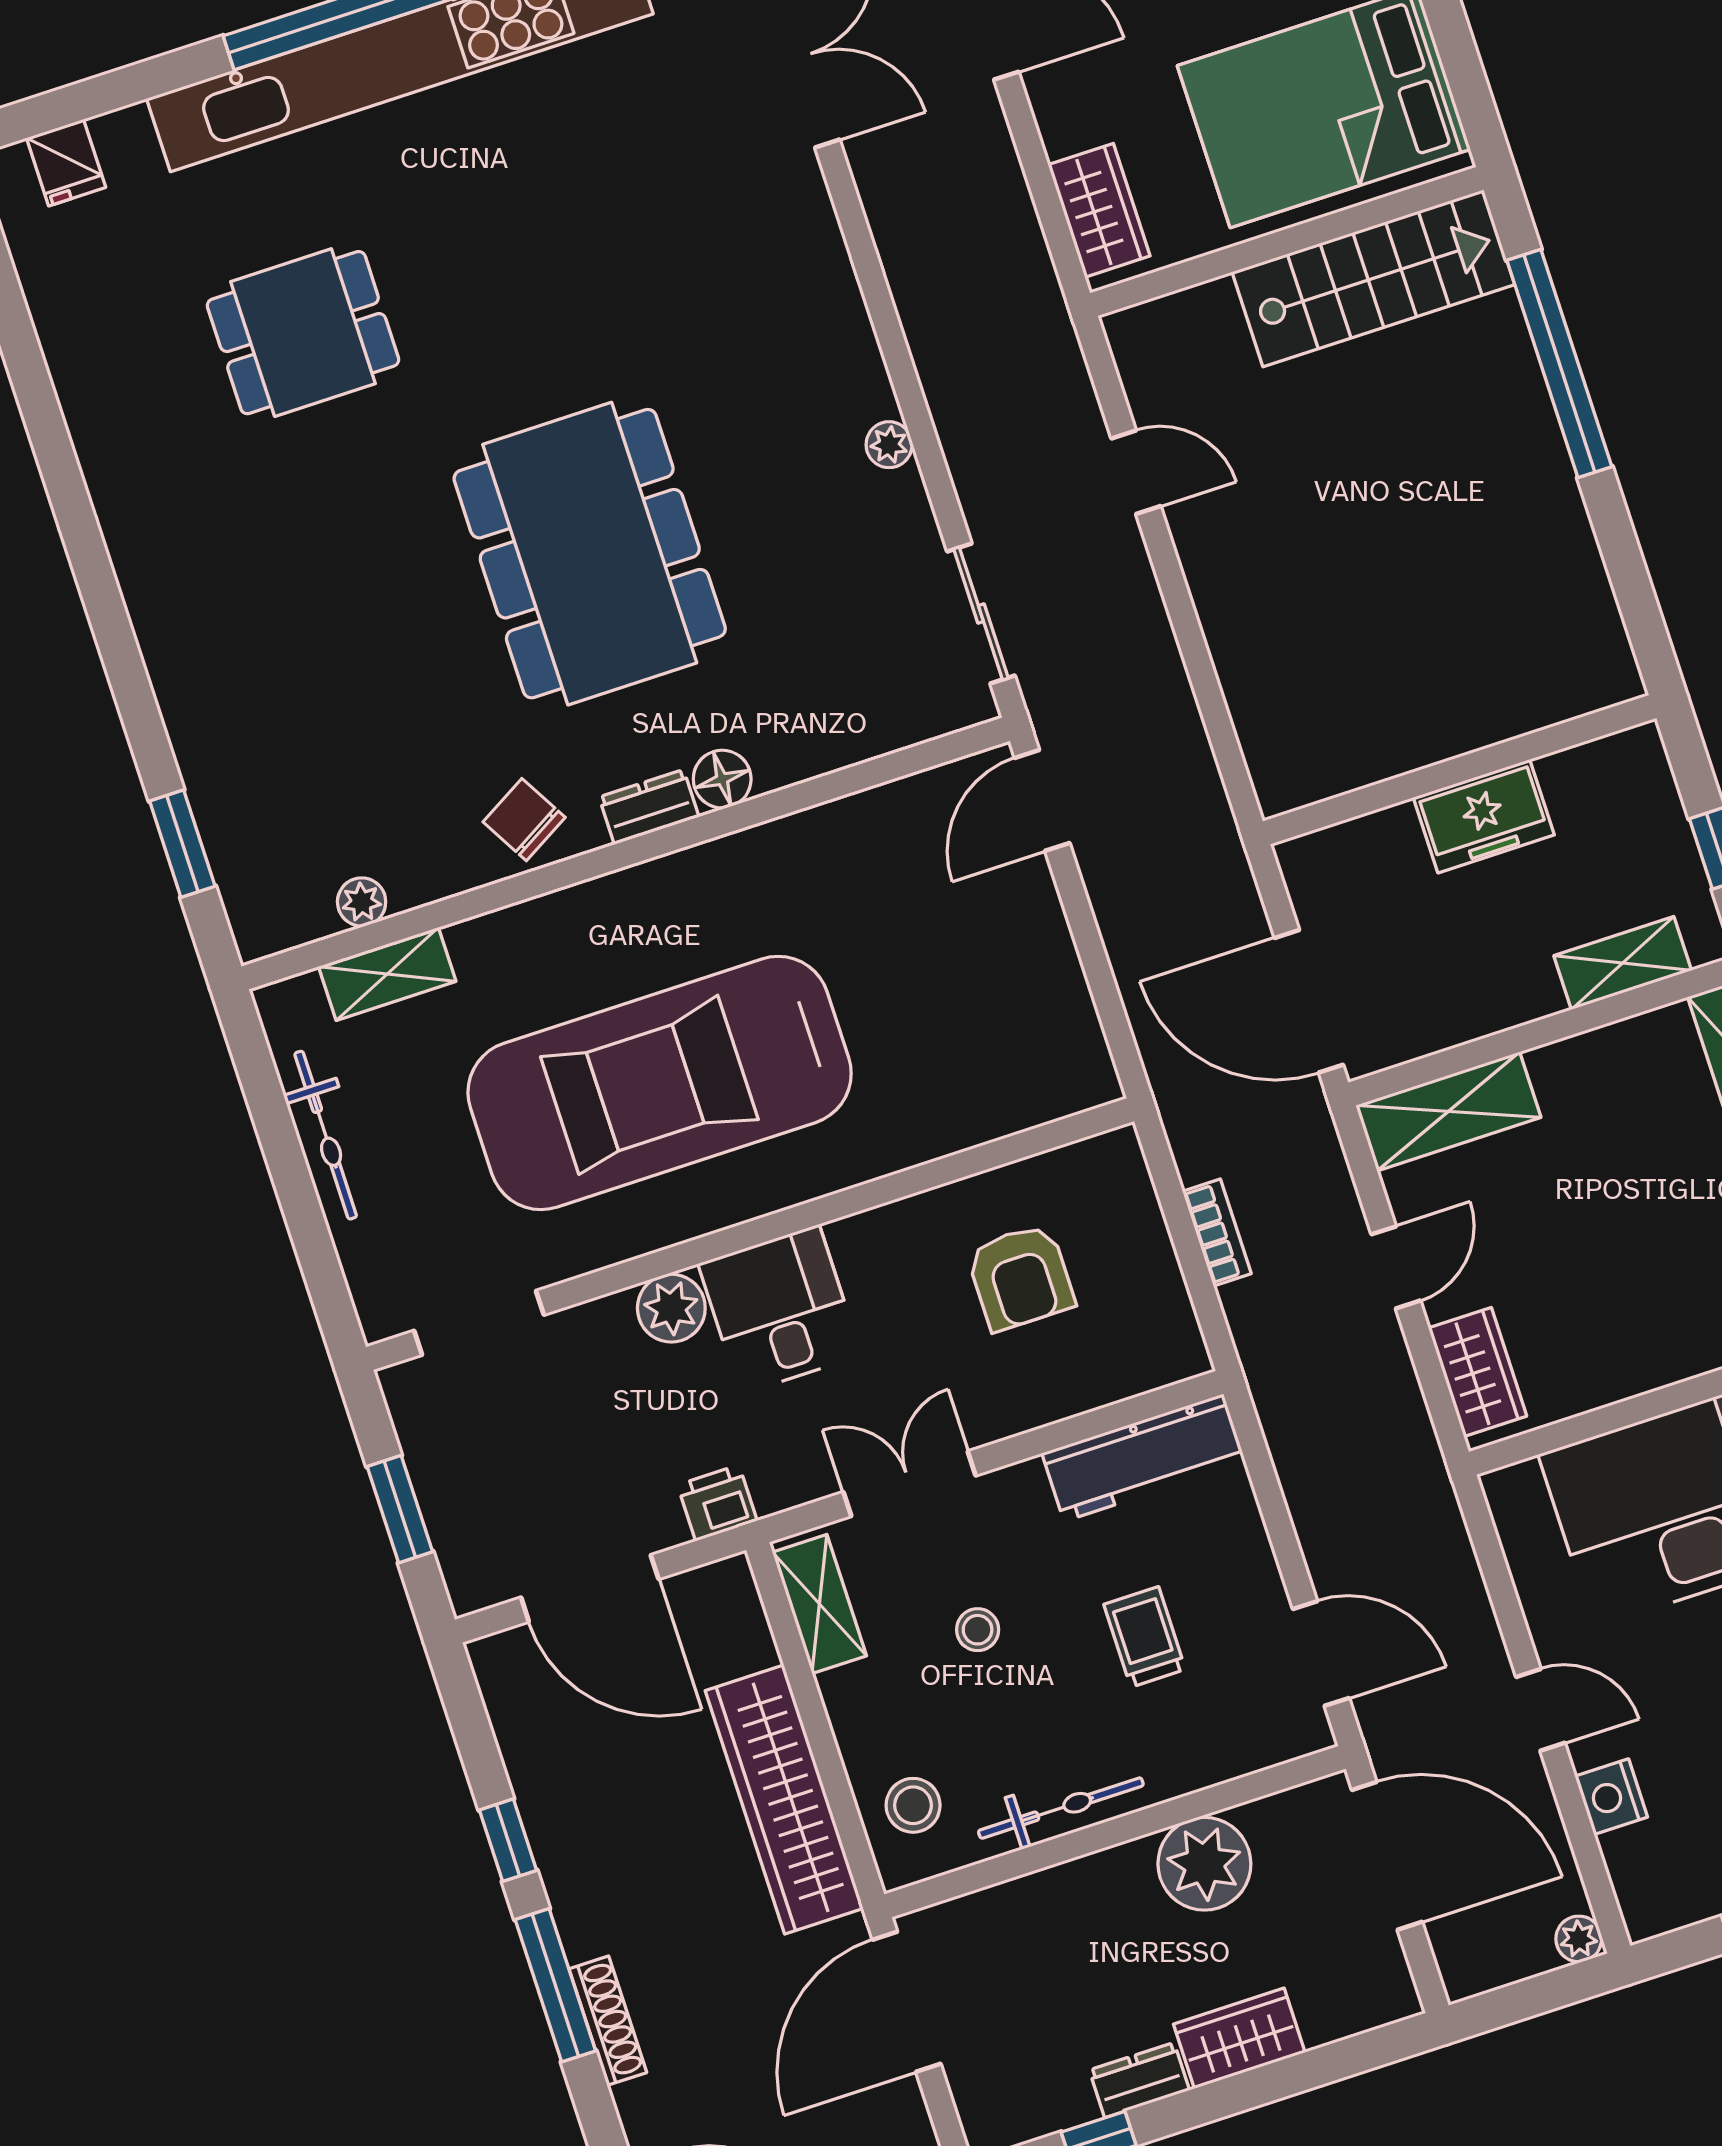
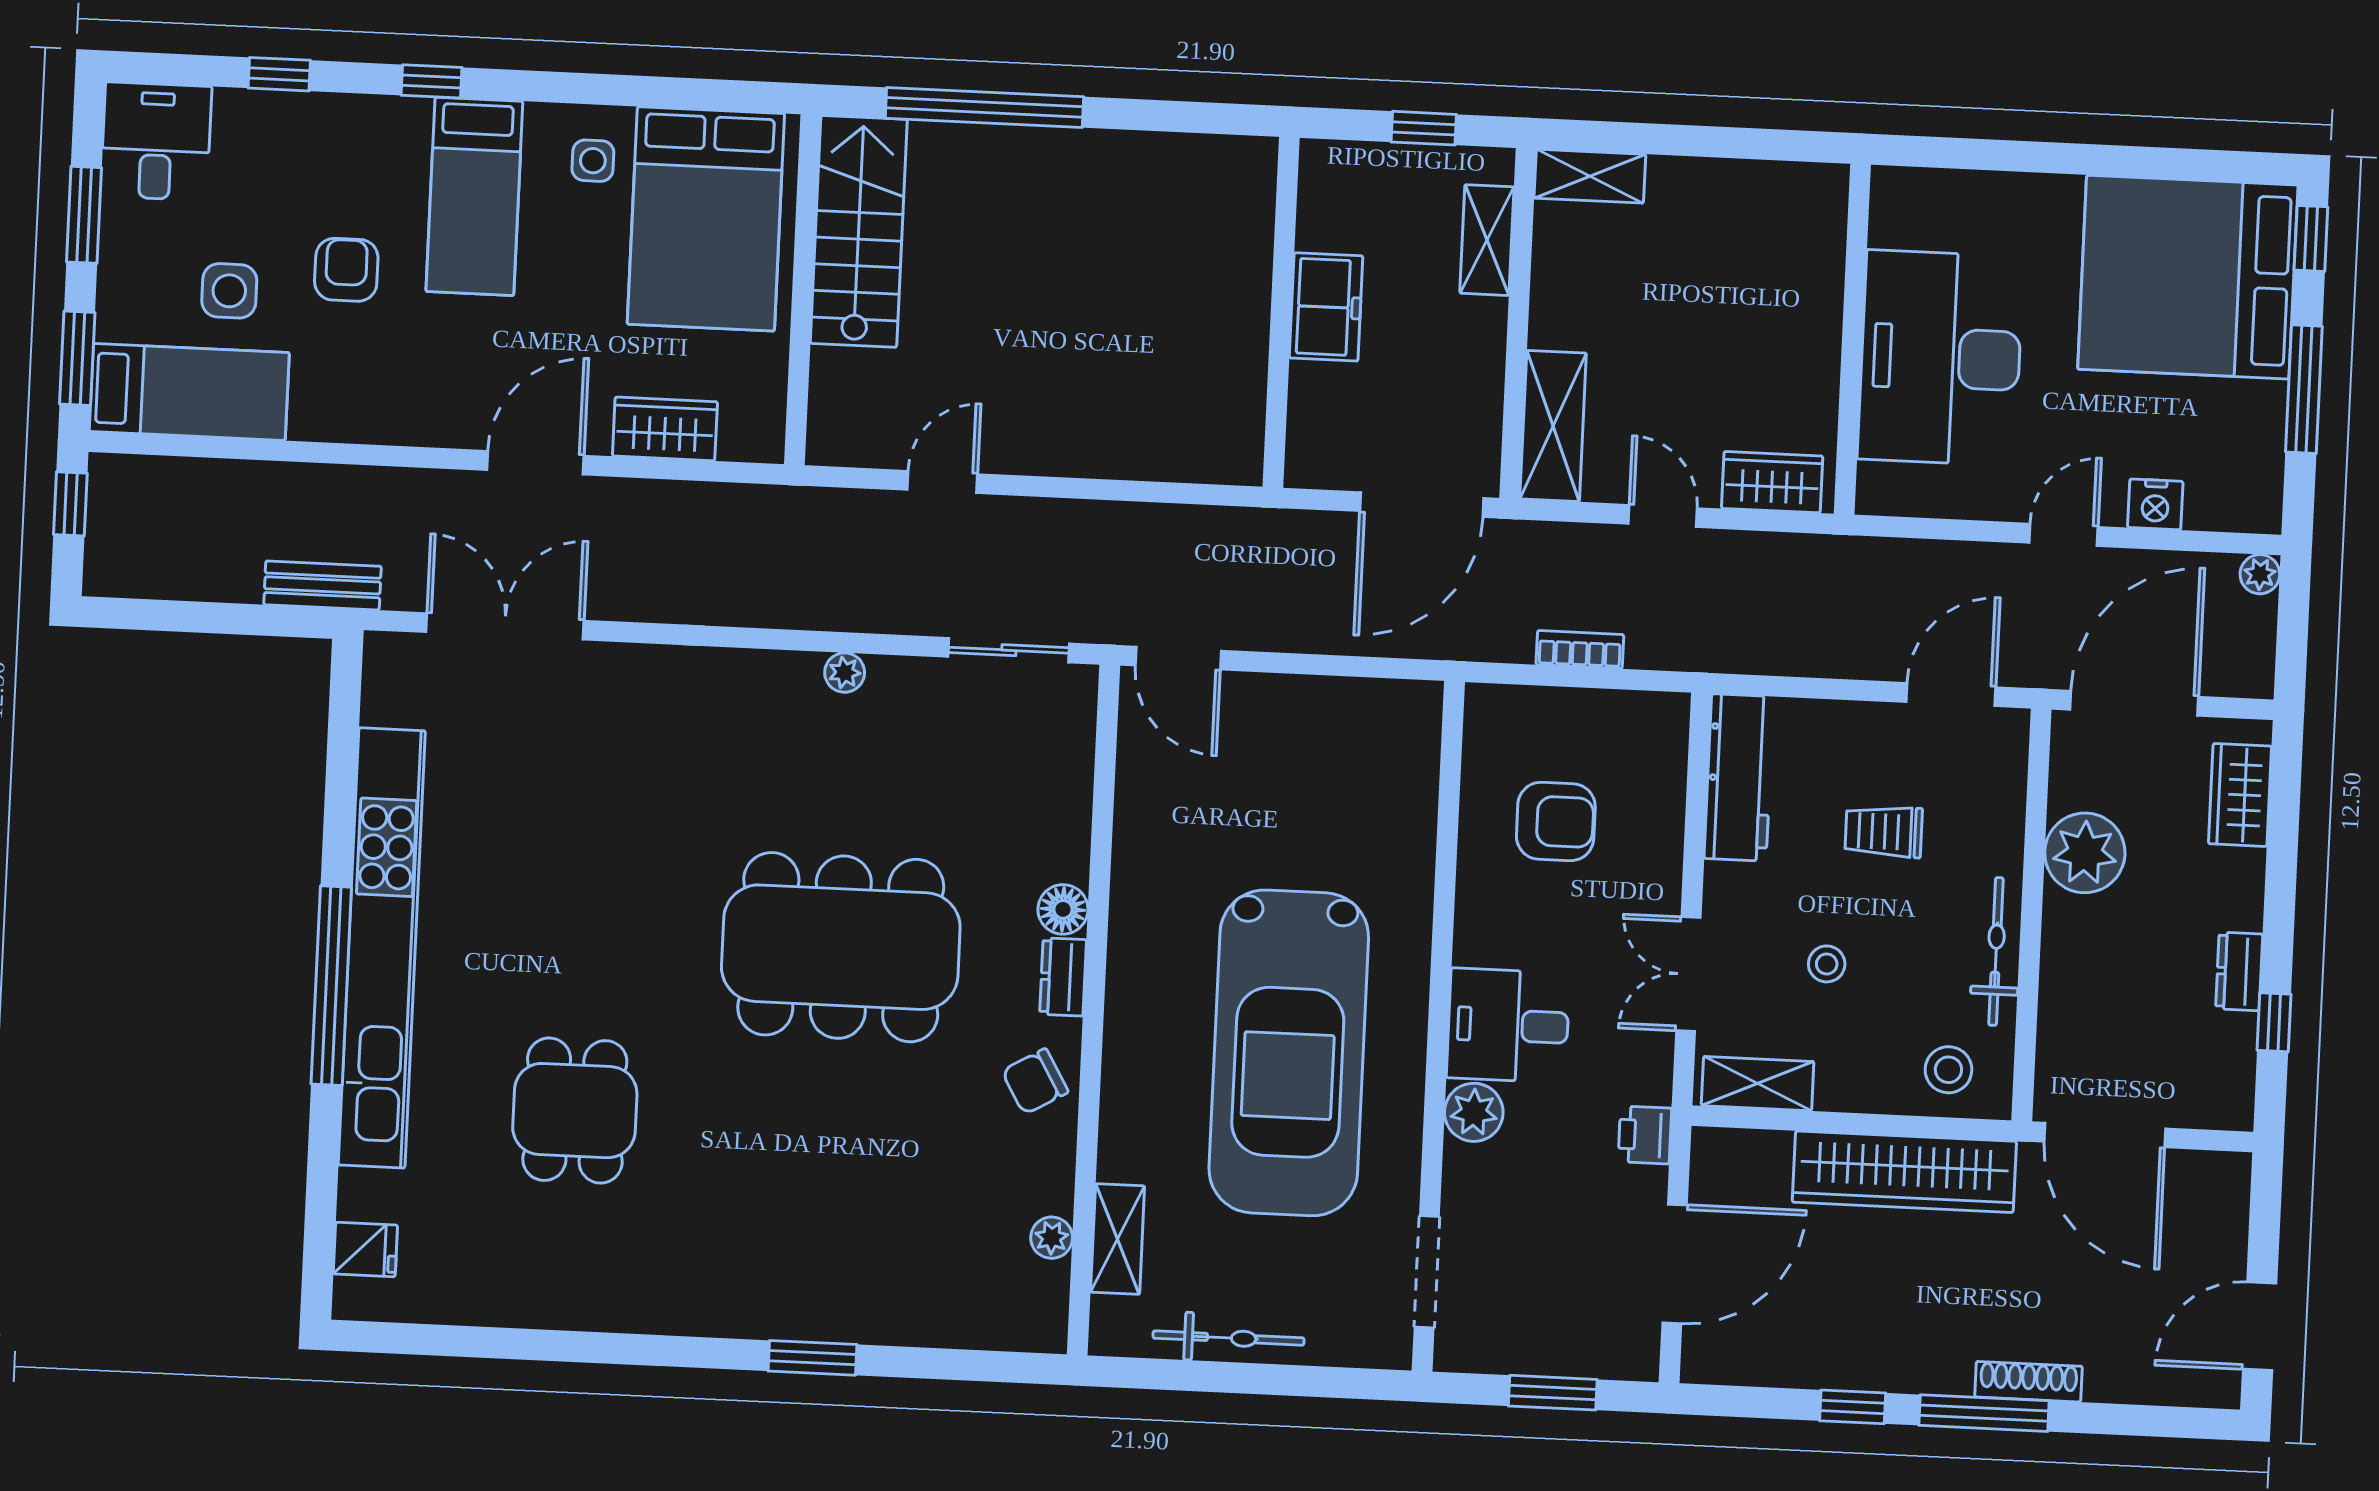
wardrobe: (1099, 210) -> (665, 429), moved
window: (182, 844) -> (812, 1358), moved
wardrobe: (1239, 2038) -> (2240, 795), moved

